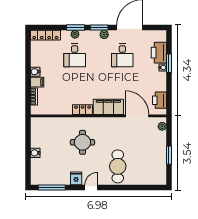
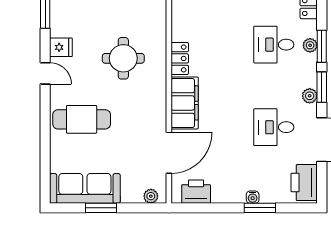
printer: (159, 53) -> (304, 183), moved, turned -90
sofa: (158, 164) -> (85, 188), added

